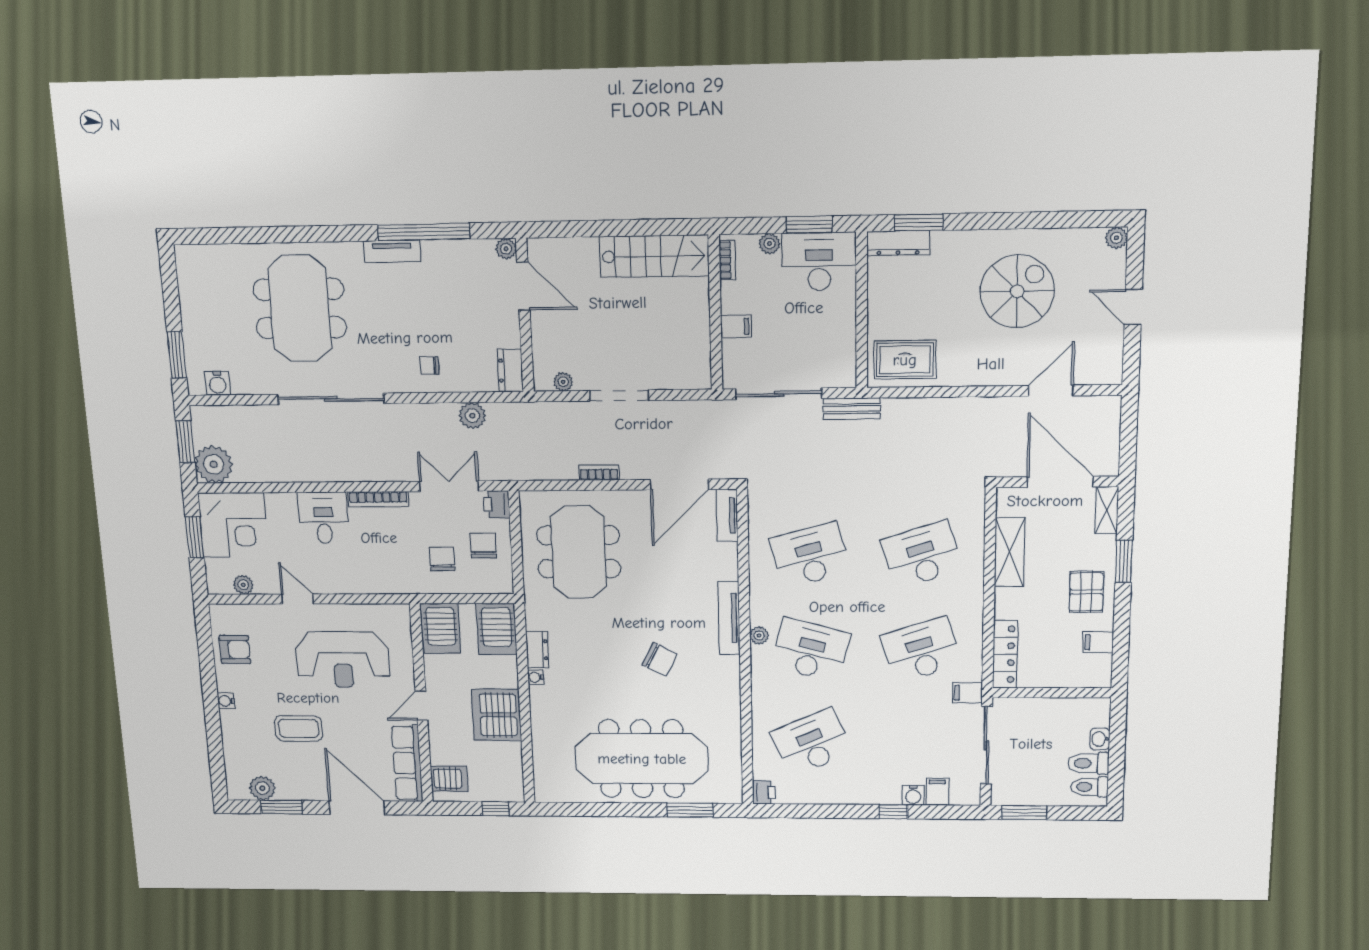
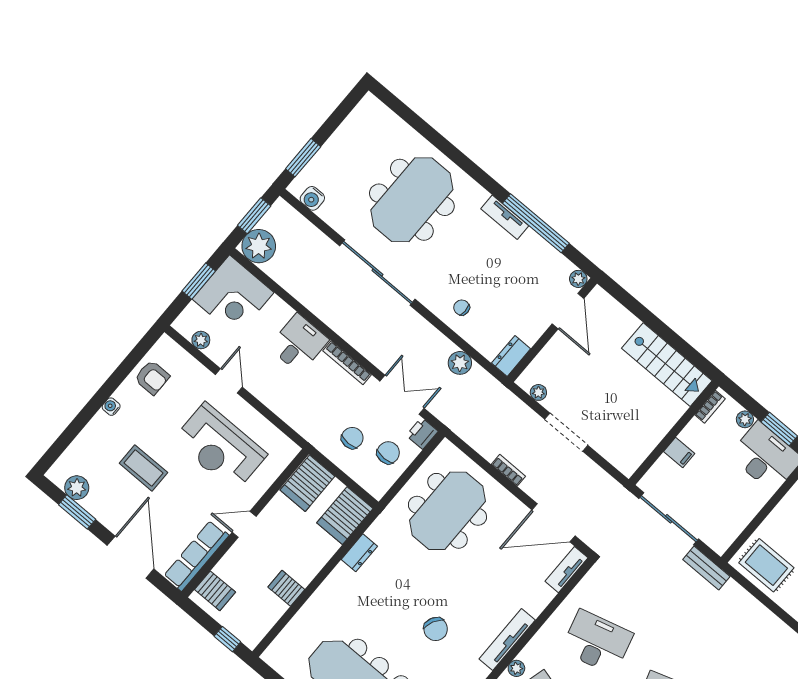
water cooler: (536, 677) -> (341, 571), removed
server rack: (496, 715) -> (286, 588), width x0.46, depth x0.70

